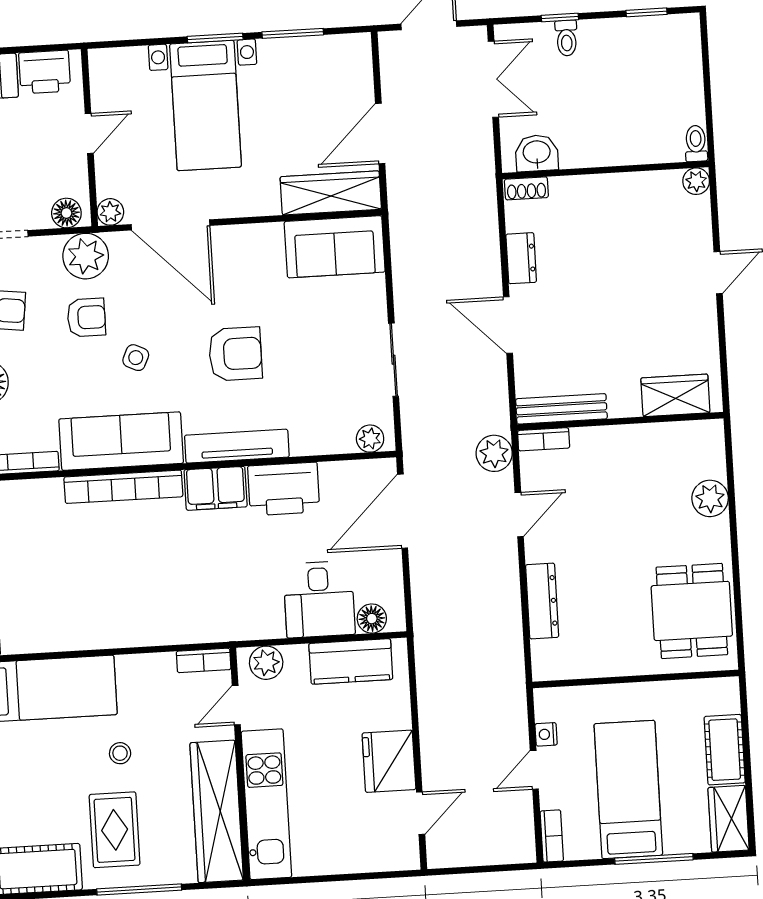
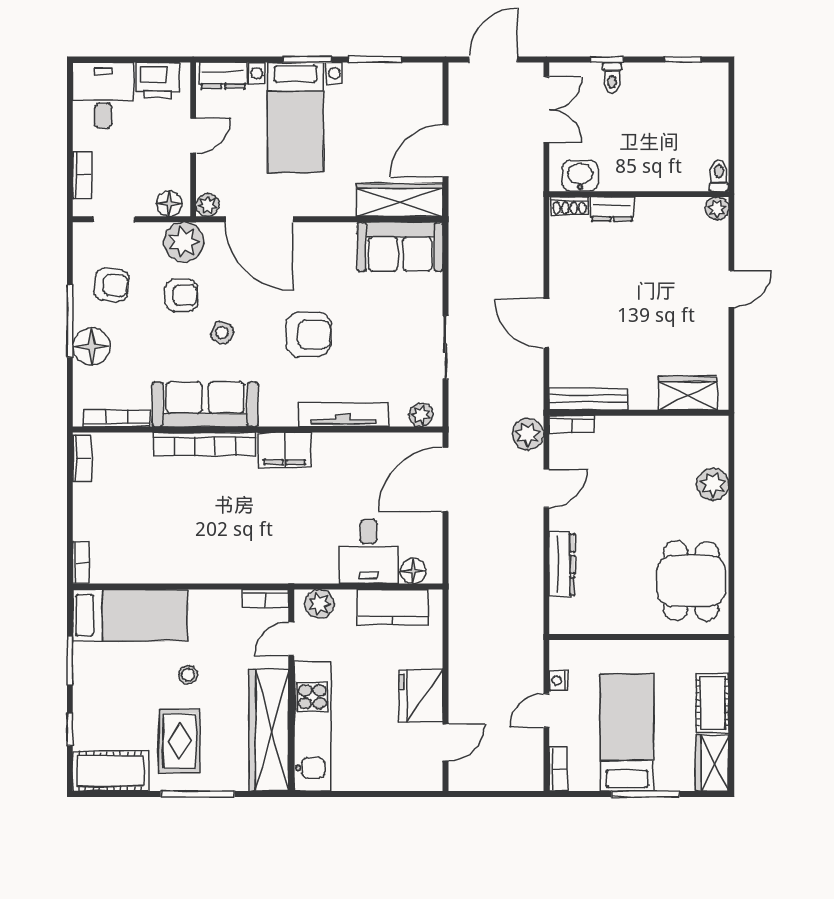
dresser: (120, 62) -> (223, 76), added
dresser: (521, 258) -> (612, 209), moved, turned 90
tv unit: (237, 446) -> (343, 415), moved
printer: (284, 489) -> (343, 454), removed

